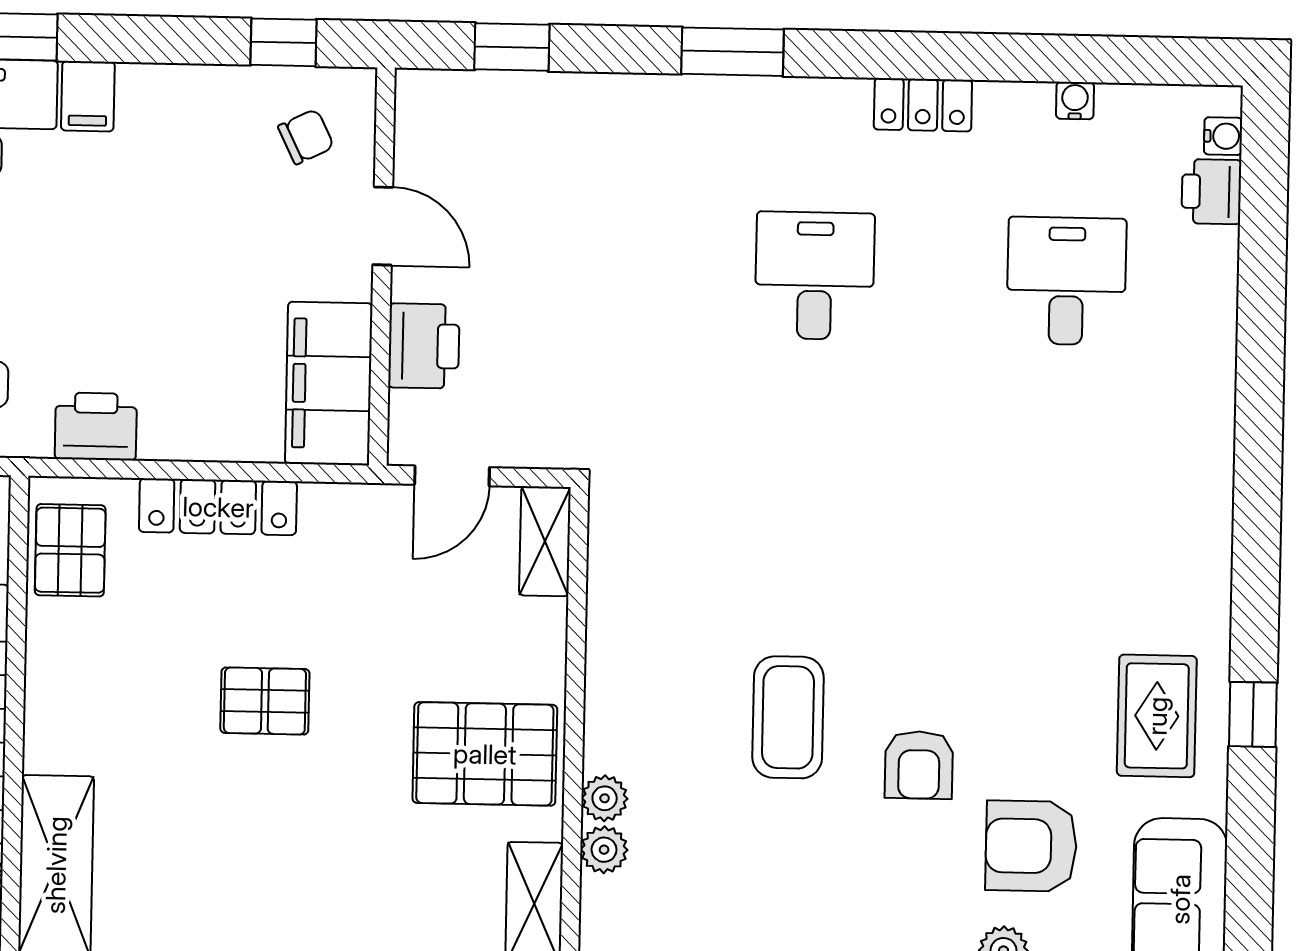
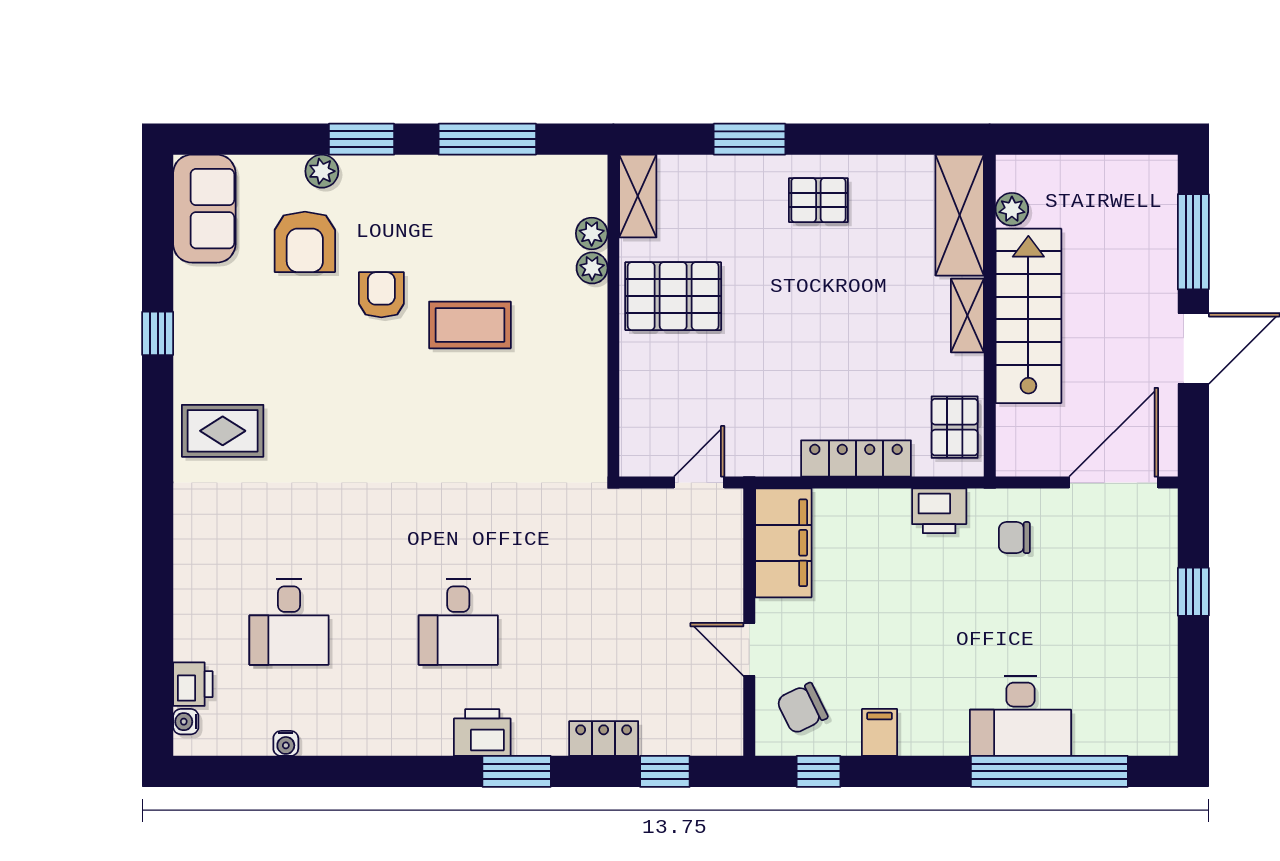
filing cabinet: (88, 96) -> (880, 732), moved
locker: (923, 105) -> (604, 738), moved
chair: (306, 137) -> (802, 708), width x1.37, depth x1.37
printer: (424, 346) -> (482, 732), moved, turned 90
shelving: (545, 541) -> (967, 315), moved
pallet: (265, 701) -> (818, 200), moved
rug: (1157, 716) -> (223, 431), moved, turned 90
coffee table: (788, 717) -> (470, 325), turned 90
armchair: (1031, 846) -> (305, 242), turned 90

